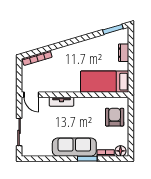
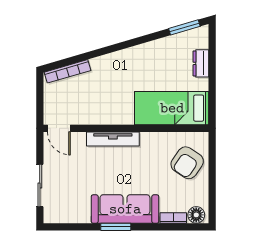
tv unit: (62, 102) -> (113, 139), width x1.41
armchair: (115, 117) -> (187, 163), turned -146
window: (87, 159) -> (116, 227), moved

